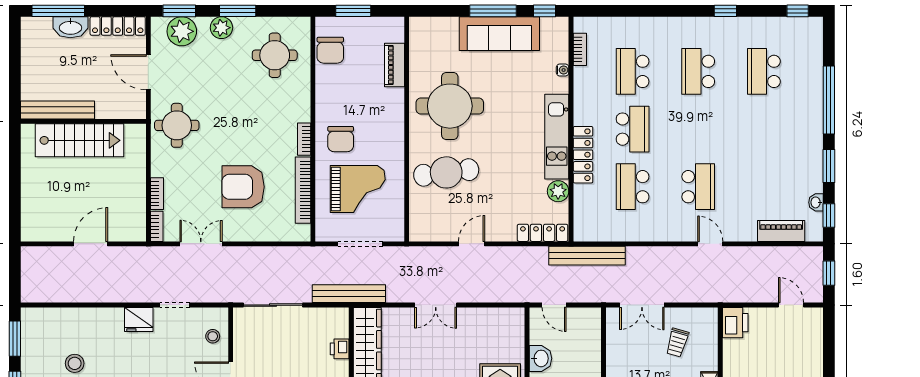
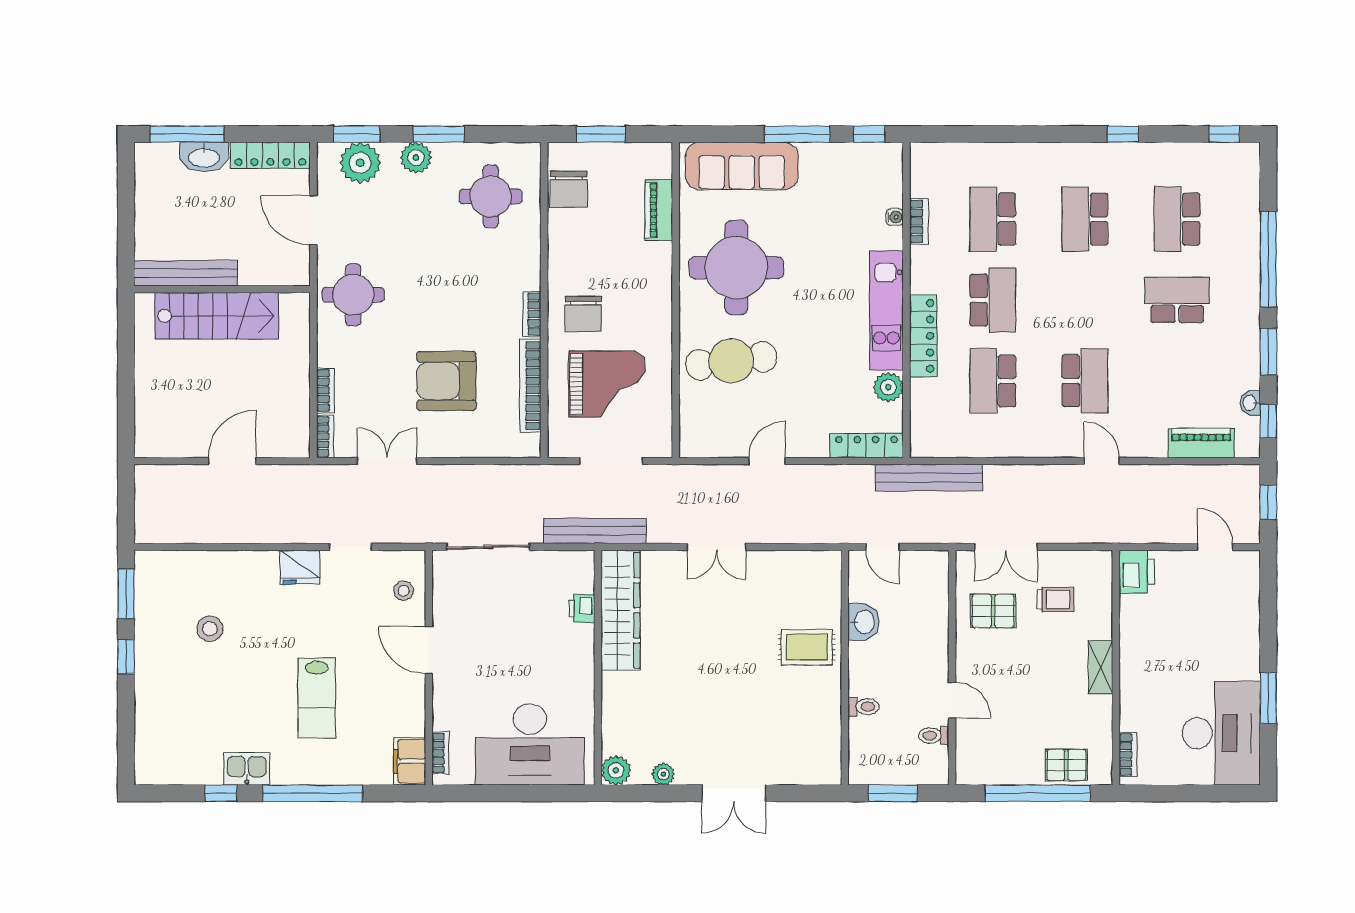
sofa: (499, 34) -> (742, 166), moved
bookcase: (580, 49) -> (919, 221), moved
school desk: (764, 129) -> (1177, 300), added
trolley: (677, 343) -> (1055, 600), turned -106
pallet: (633, 351) -> (993, 611), added

